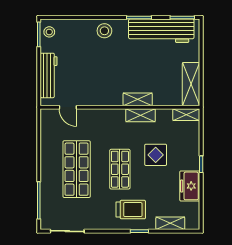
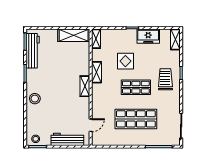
workbench: (161, 31) -> (33, 51), width x0.73, depth x0.76
shelving: (138, 99) -> (85, 86), moved
shelving: (170, 223) -> (175, 39), moved

